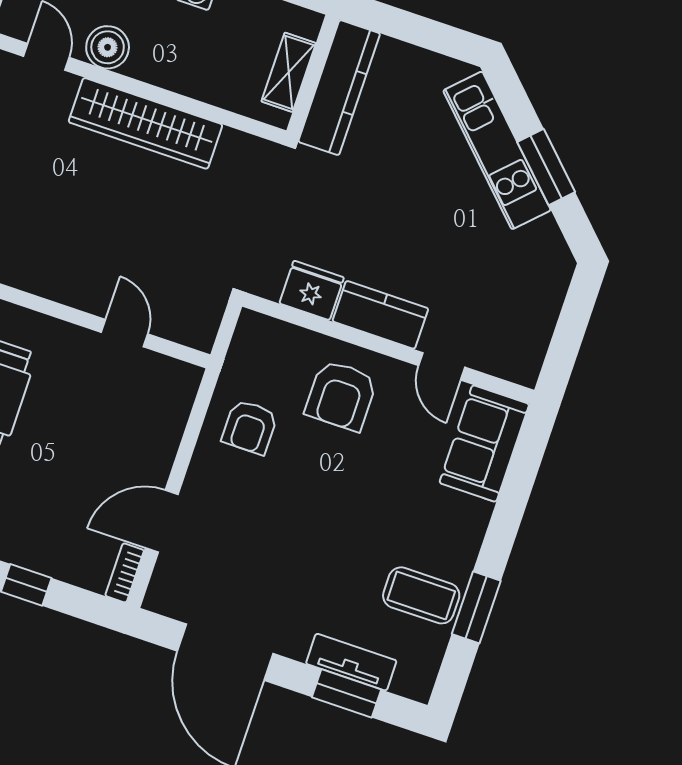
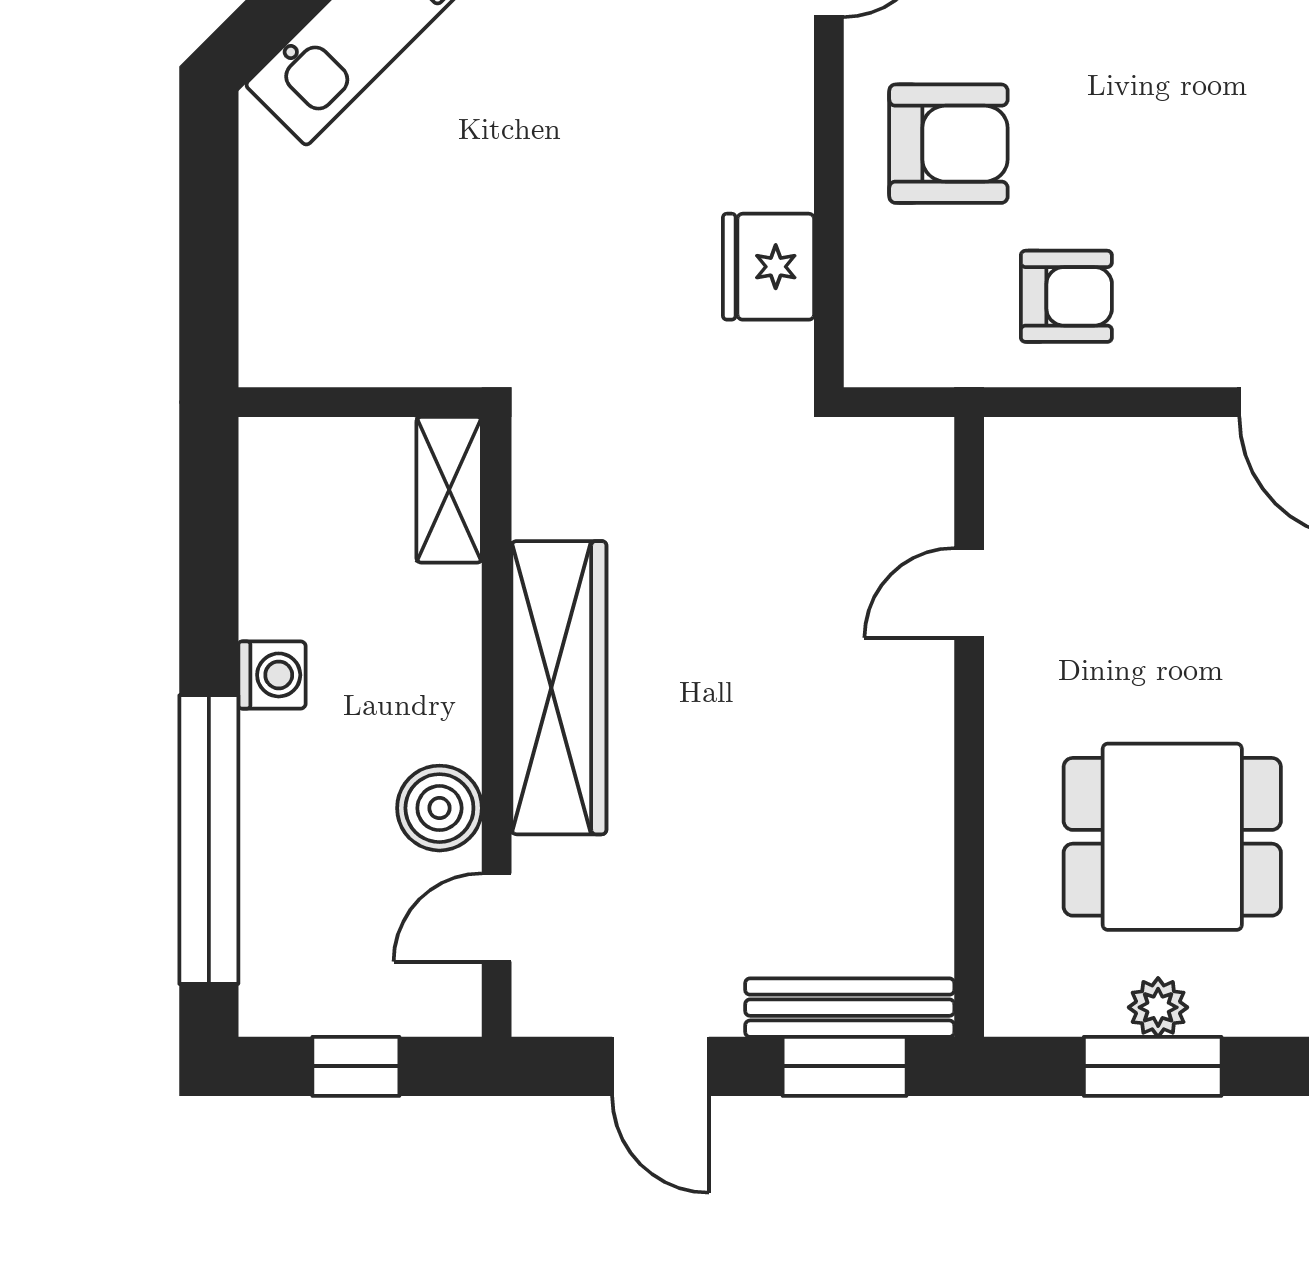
shelving: (289, 72) -> (449, 490), moved, turned 90
kitchen counter: (339, 88) -> (367, 344), removed
kitchen counter: (380, 315) -> (771, 121), removed

